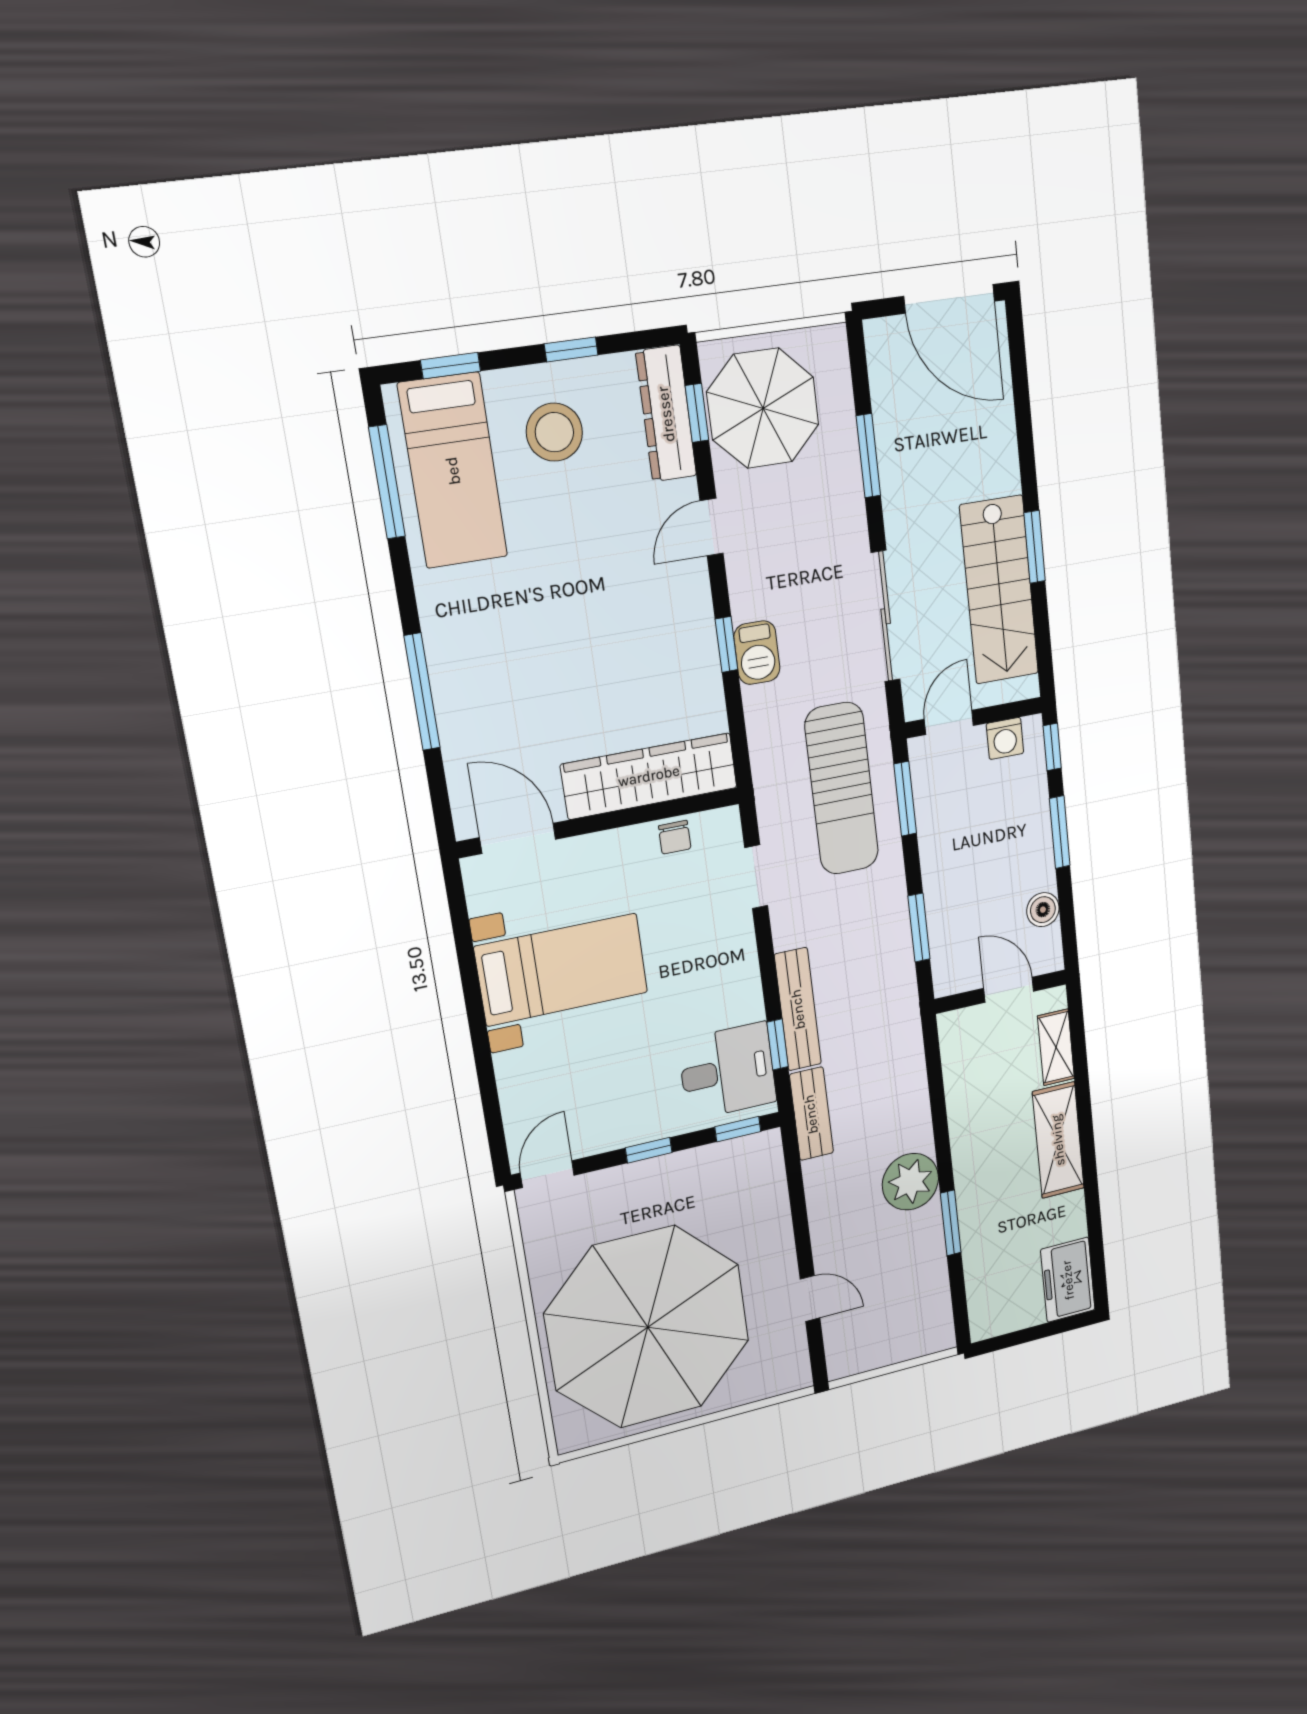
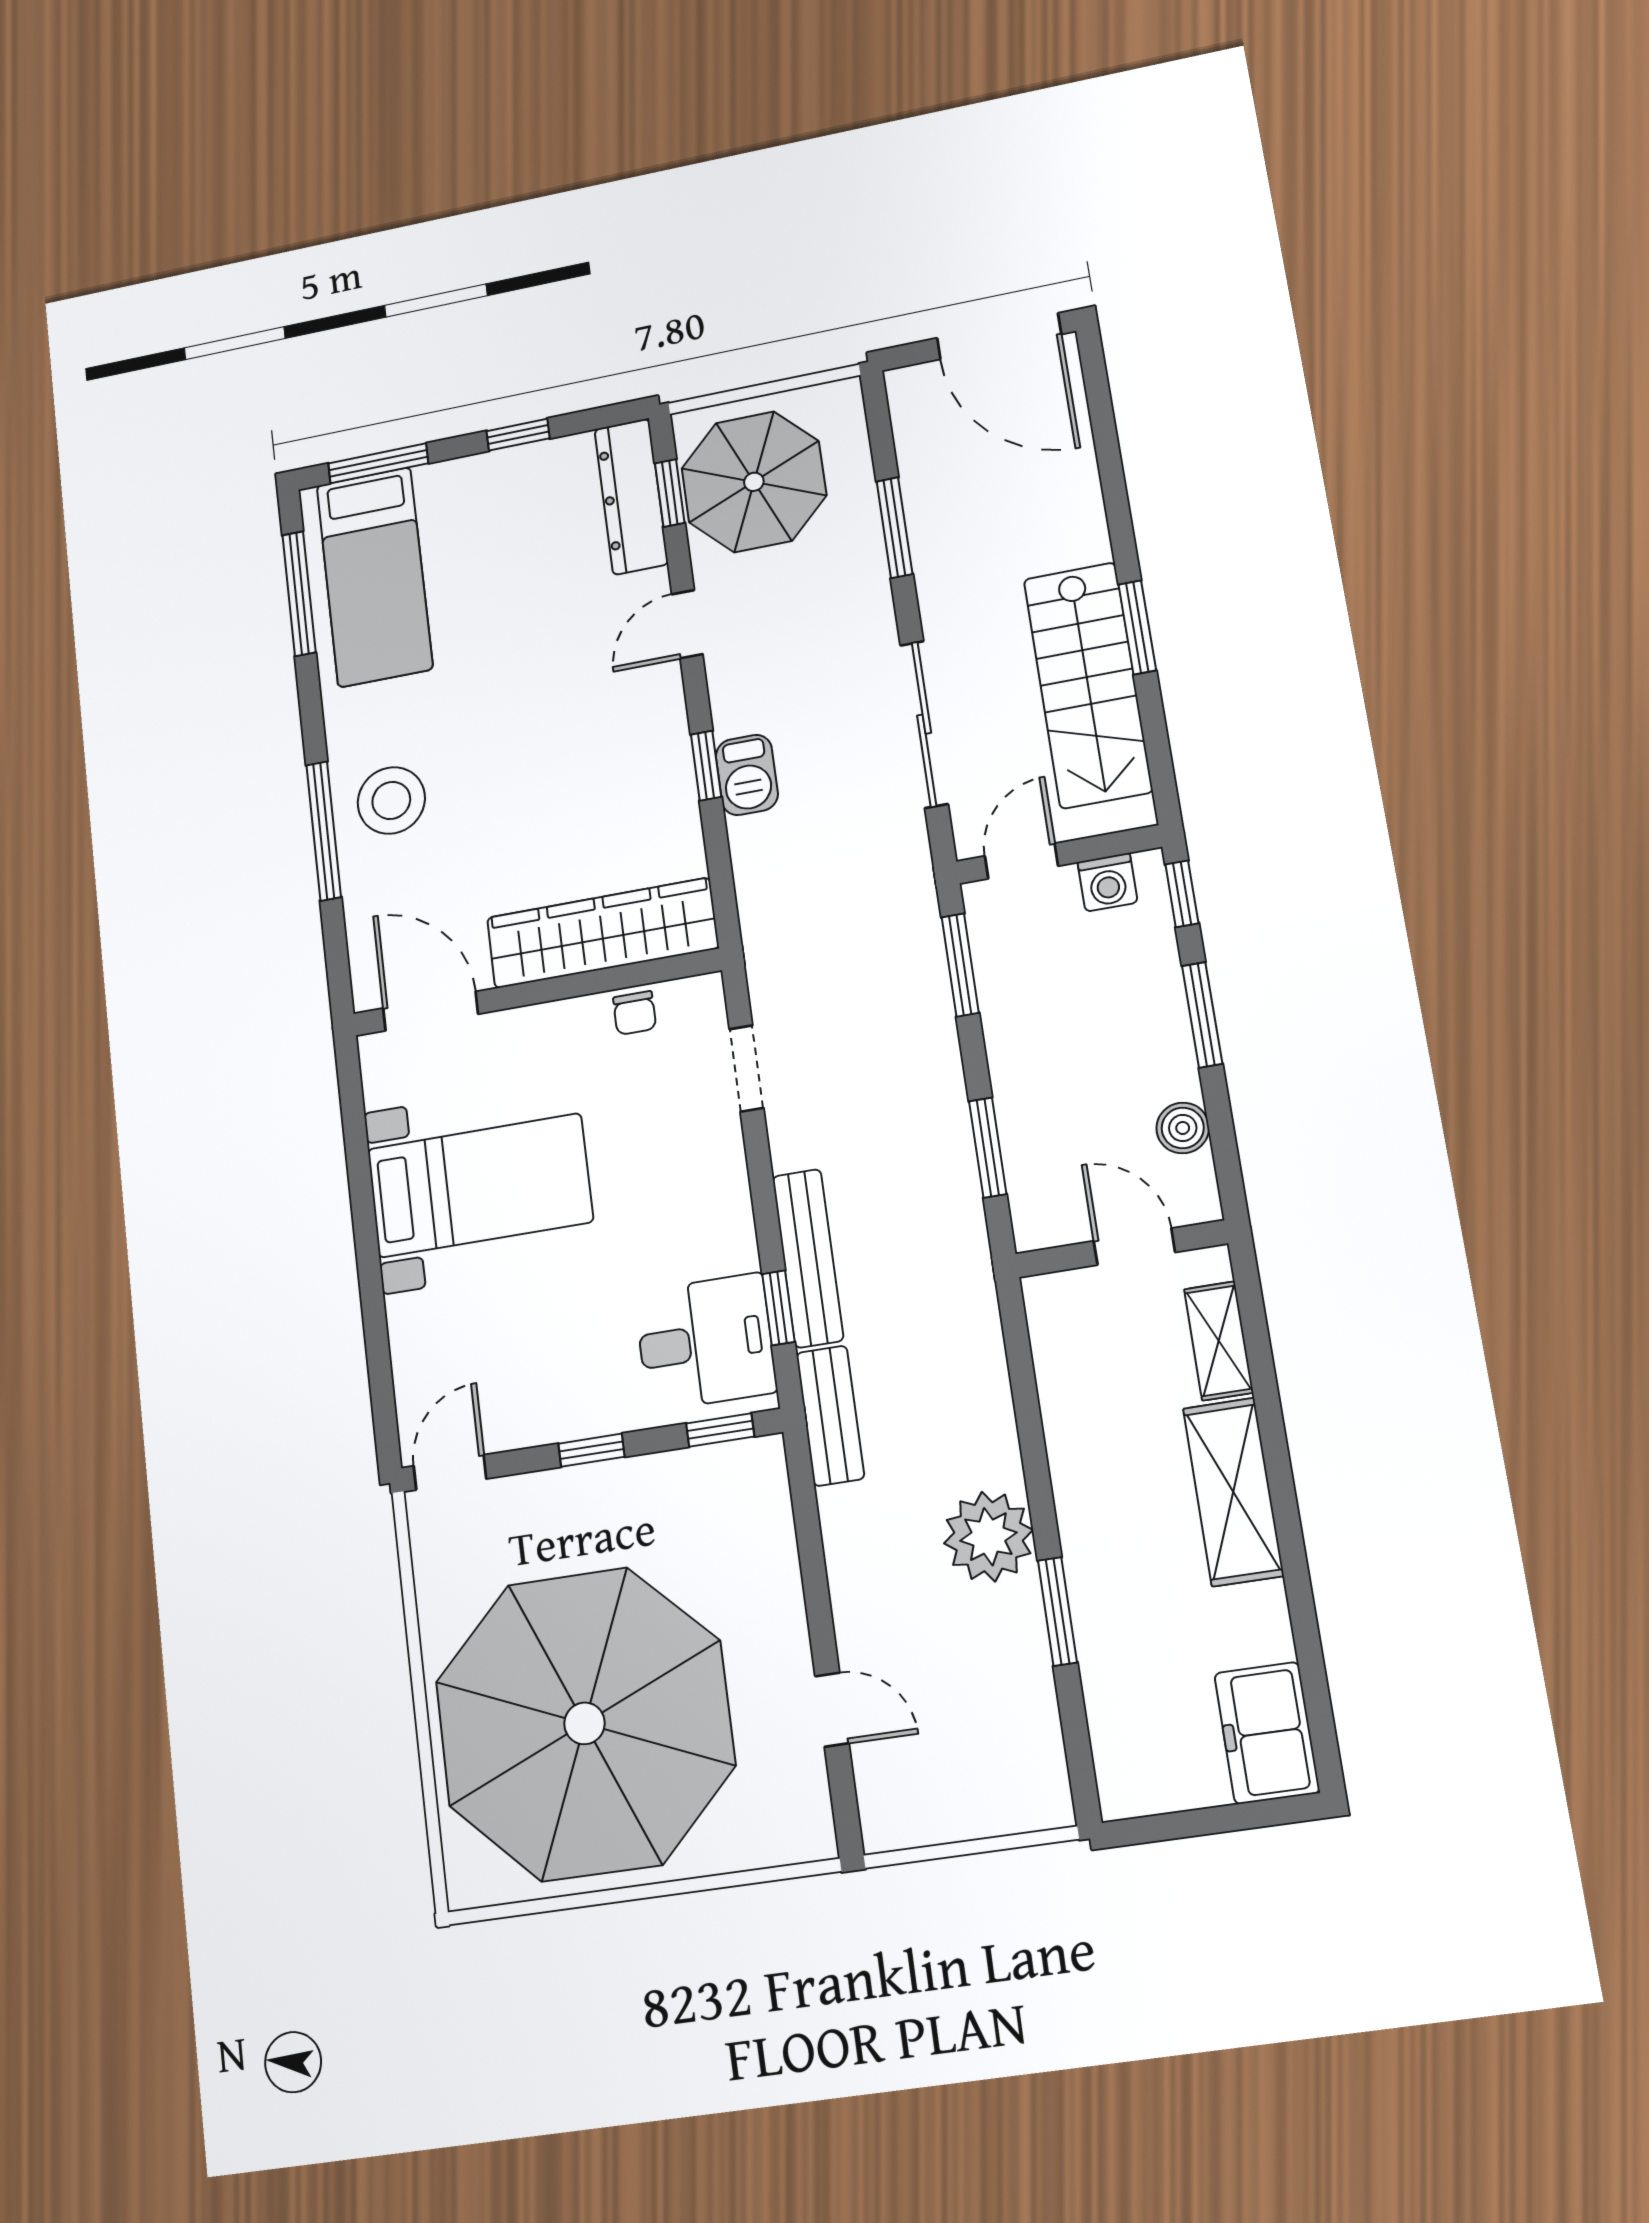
window: (451, 366) -> (378, 463), width x1.50
stool: (554, 432) -> (391, 800), moved
sun lounger: (842, 789) -> (867, 951), removed

